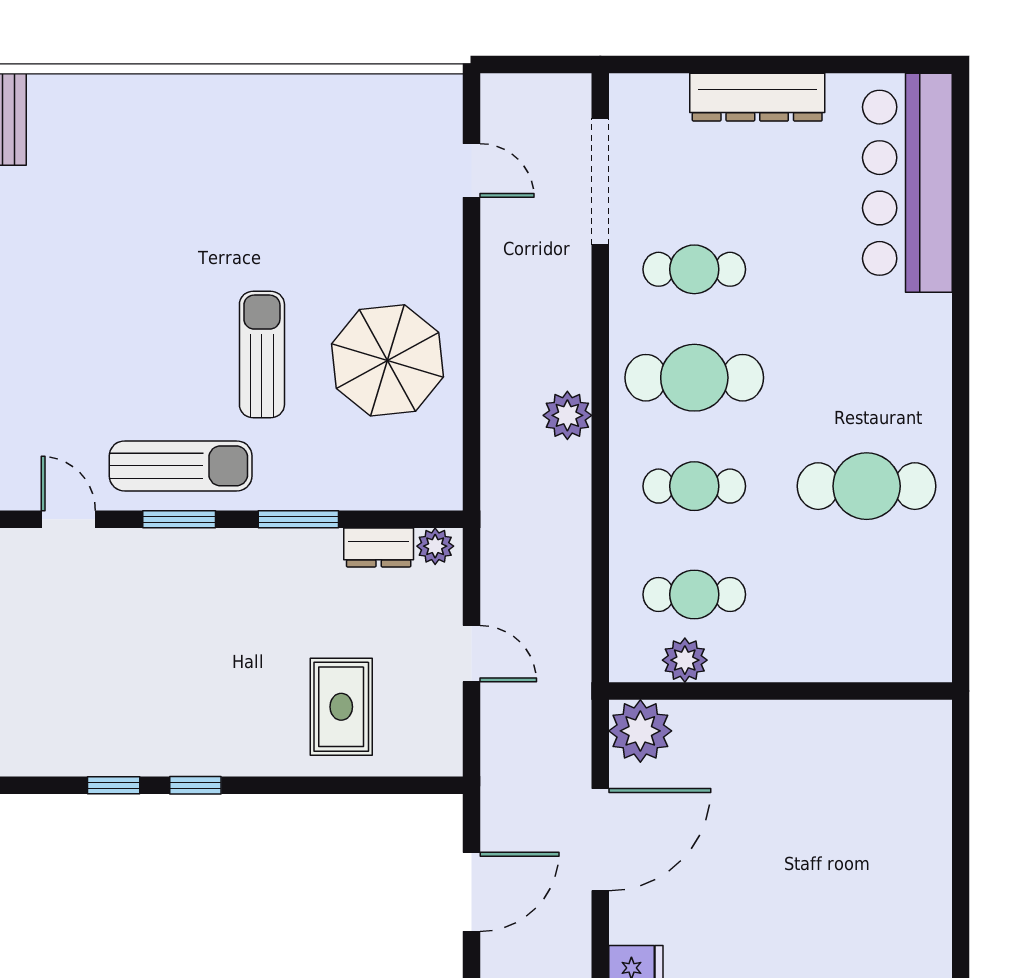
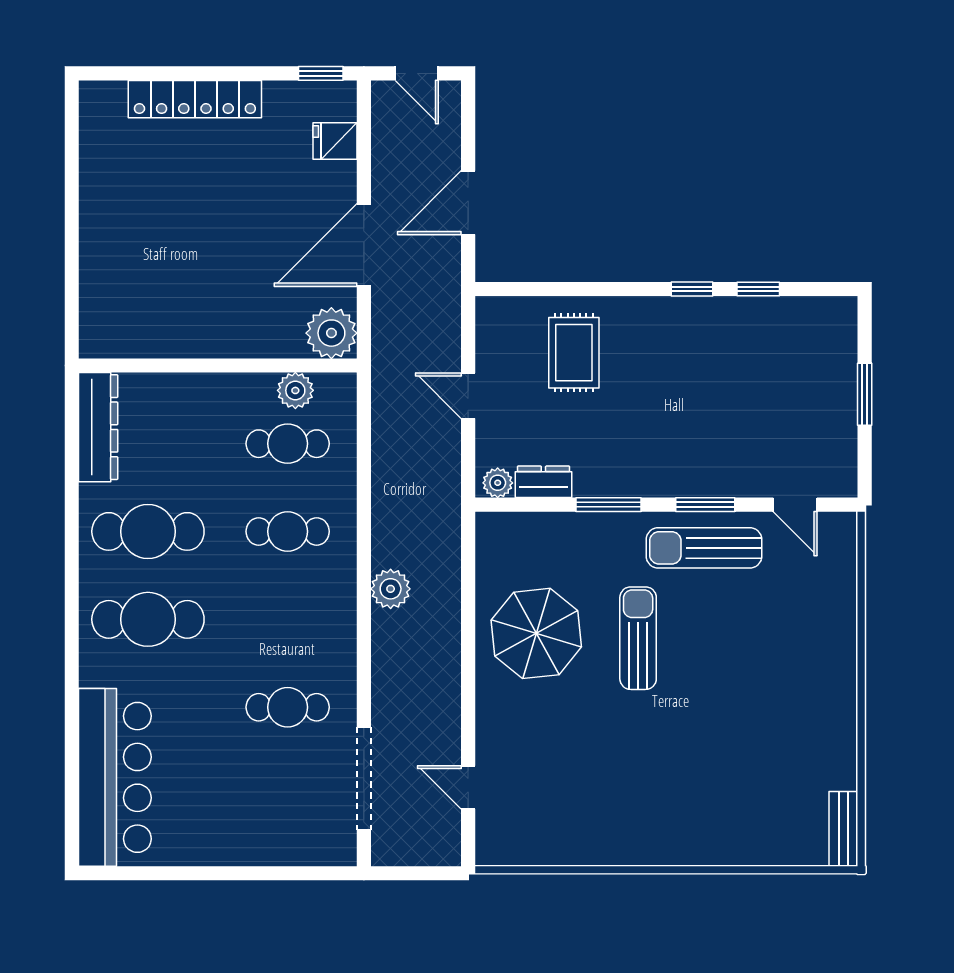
dresser: (757, 97) -> (98, 427), moved, turned 90
sun lounger: (262, 354) -> (638, 638), turned 180
cafe table: (694, 378) -> (148, 619), moved

